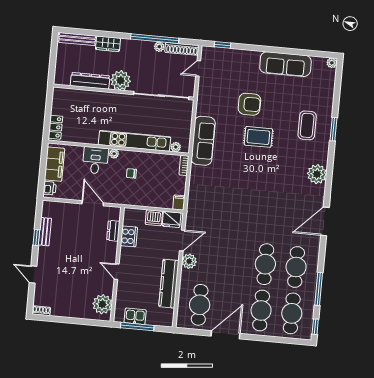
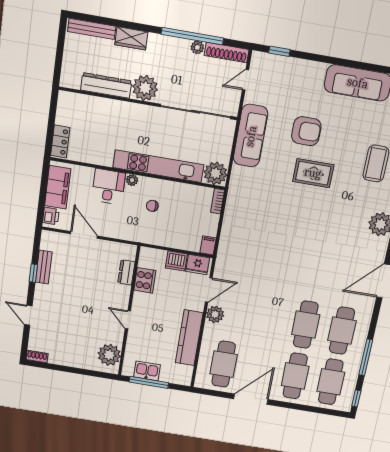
sofa: (203, 141) -> (251, 136), moved
plant: (176, 147) -> (215, 173), width x1.87, depth x1.87
door: (93, 203) -> (84, 235), moved

